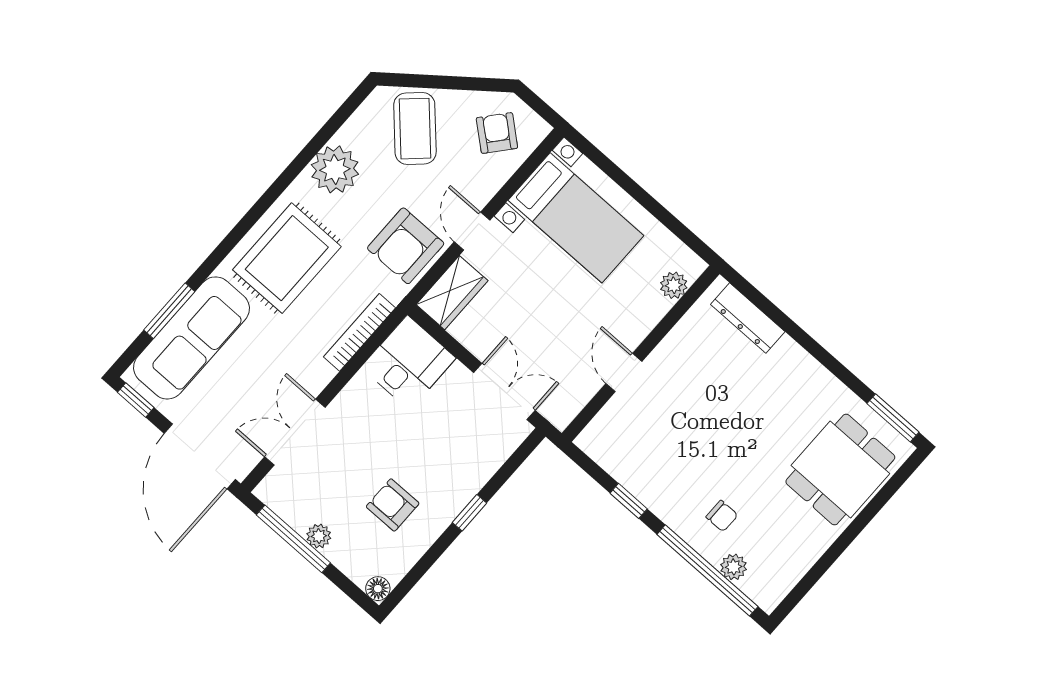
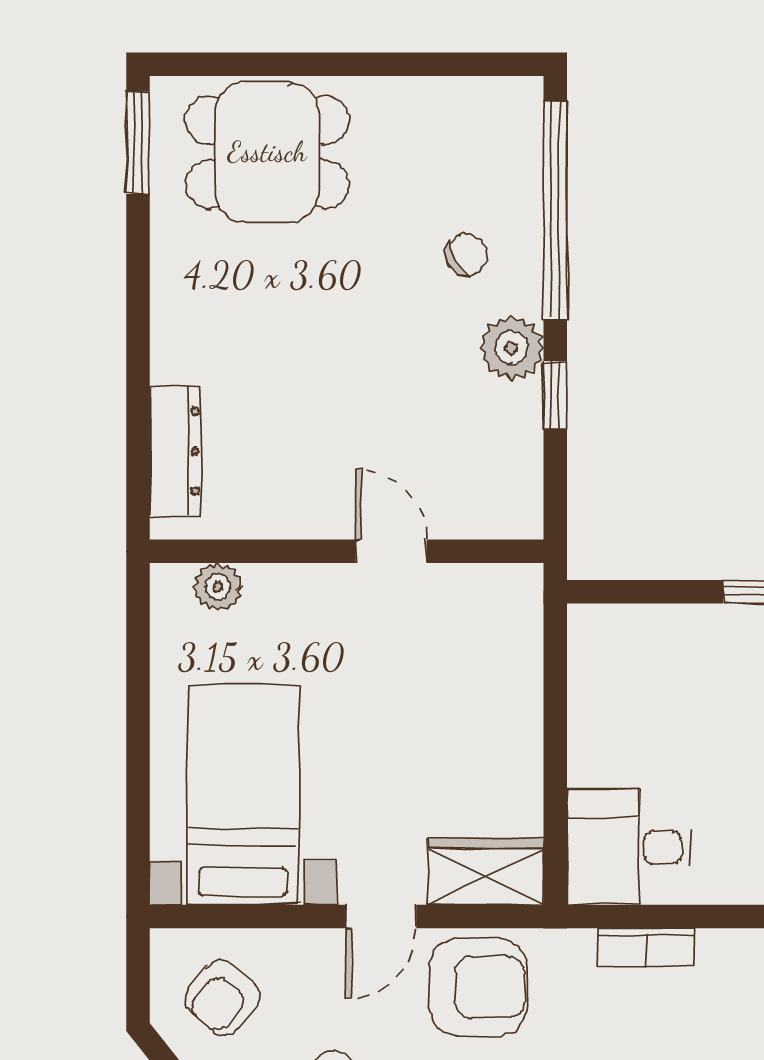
bookcase: (360, 332) -> (646, 947), width x0.64
door: (624, 372) -> (391, 551), swing flipped
double door: (504, 391) -> (555, 687), removed
chair: (722, 516) -> (467, 255), turned 63
plant: (734, 567) -> (512, 348), moved, width x1.38, depth x1.38

